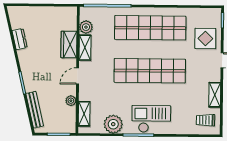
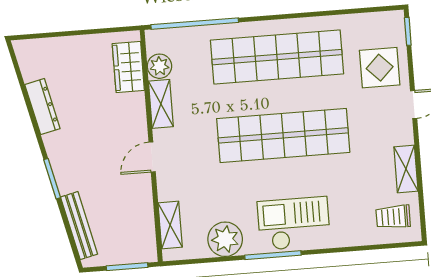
dresser: (20, 39) -> (42, 107), width x1.44
wardrobe: (69, 44) -> (128, 67), moved
plant: (71, 101) -> (144, 203), removed

